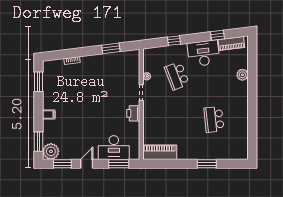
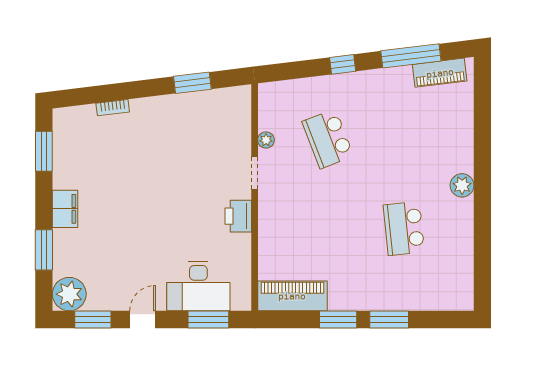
window: (217, 35) -> (411, 56), width x2.17
window: (174, 41) -> (343, 64), moved
desk: (203, 53) -> (382, 93), removed
plant: (242, 75) -> (462, 185), moved
filing cabinet: (49, 114) -> (65, 209), width x2.00
window: (39, 142) -> (44, 250), moved
window: (182, 164) -> (338, 319), added

